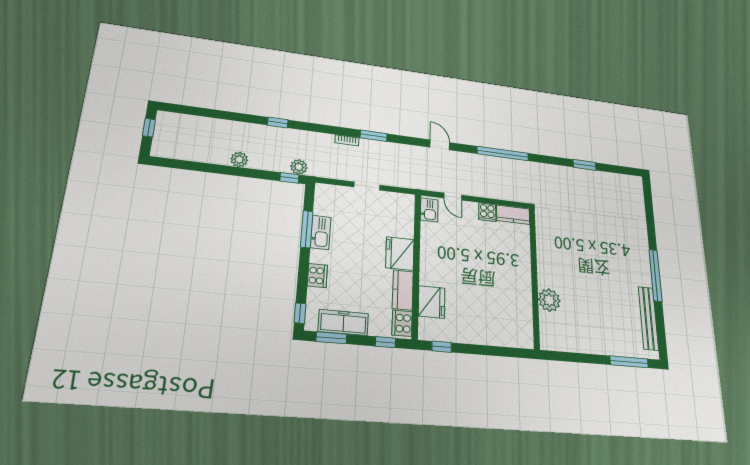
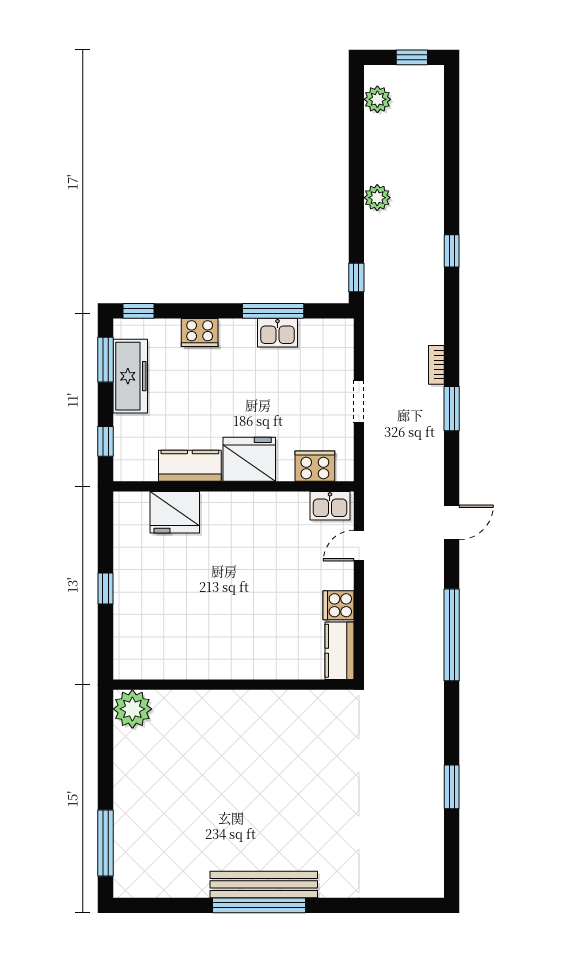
plant: (299, 167) -> (377, 99), moved
kitchen sink: (321, 232) -> (278, 333), width x0.73
plant: (549, 300) -> (132, 709), moved
bench: (648, 318) -> (264, 884), moved
cooker: (402, 323) -> (315, 466), moved
window: (442, 347) -> (106, 588), moved

